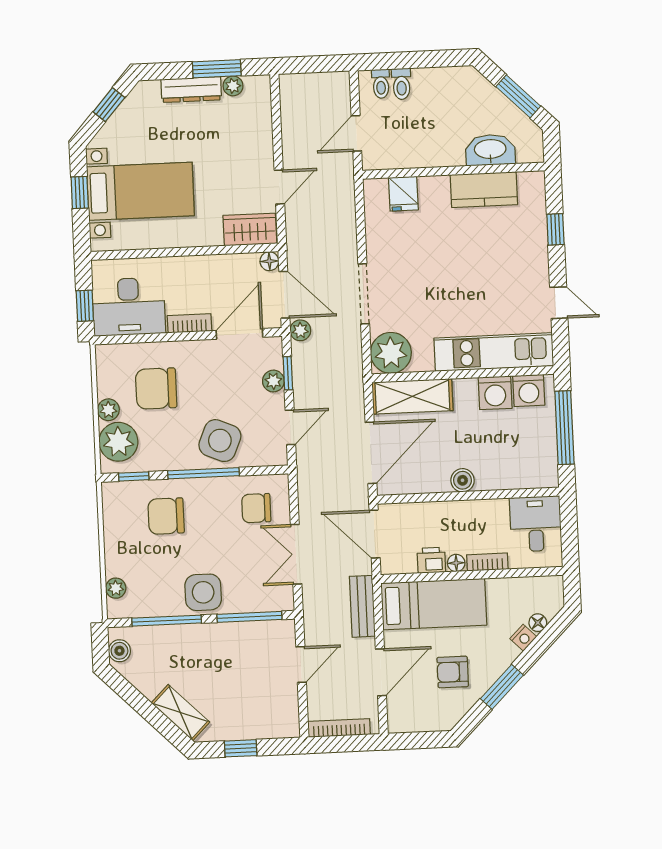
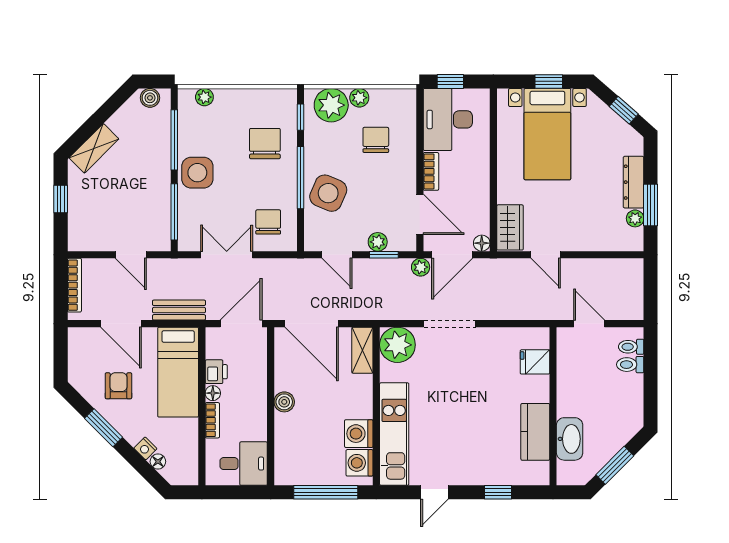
chair: (156, 389) -> (376, 140), width x0.73, depth x0.73
shelving: (412, 396) -> (362, 350), width x0.67, depth x0.75

